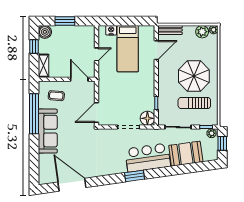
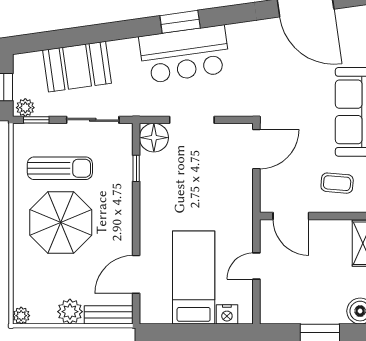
plant: (202, 32) -> (70, 312), moved
bar counter: (148, 158) -> (185, 54), moved

